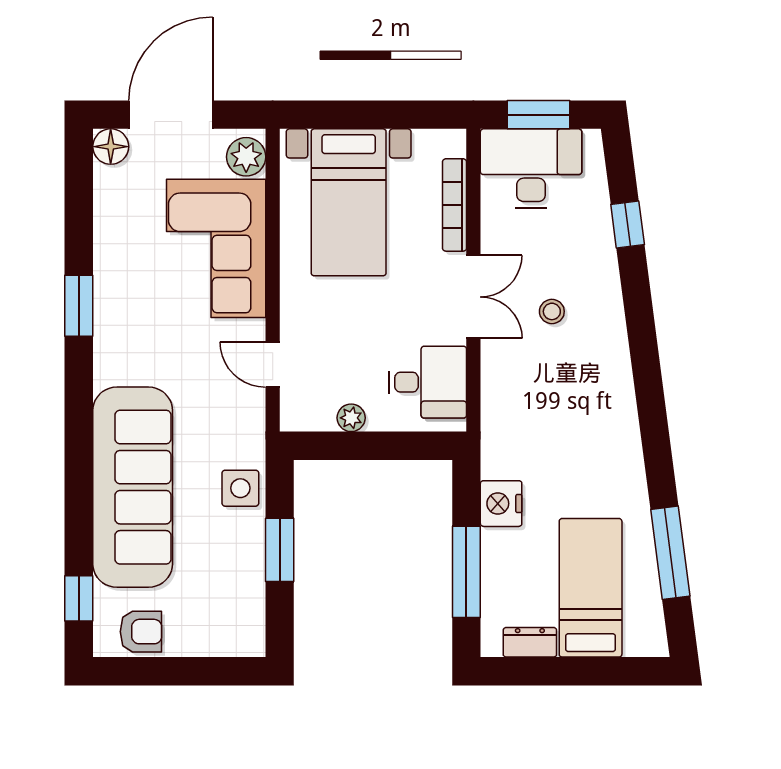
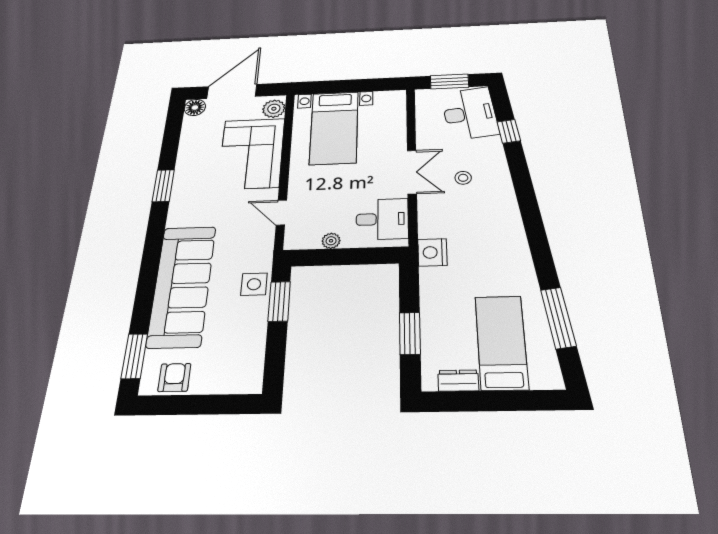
desk: (531, 168) -> (470, 113), moved, turned 83
bookcase: (455, 205) -> (399, 126), removed
nightstand: (501, 504) -> (432, 252), moved
window: (280, 550) -> (279, 301), moved
window: (466, 572) -> (410, 333), width x0.69
window: (79, 598) -> (134, 356), width x1.50
armchair: (141, 632) -> (174, 377), turned -90

